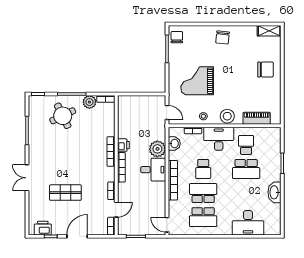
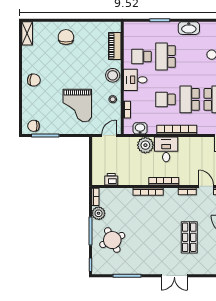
desk: (219, 139) -> (135, 80), width x0.73
printer: (123, 145) -> (111, 179), moved
school desk: (203, 169) -> (166, 99), turned 180
school desk: (246, 169) -> (166, 57), turned 180

